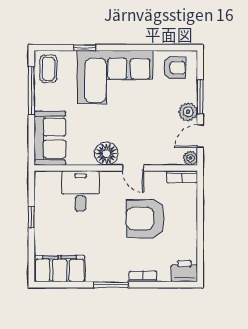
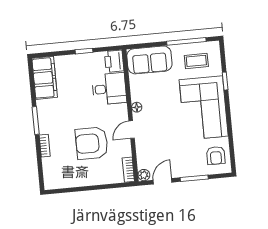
coffee table: (48, 69) -> (196, 61), moved
plant: (188, 112) -> (181, 170), removed
door: (200, 136) -> (162, 181), hinge flipped
floor lamp: (106, 154) -> (137, 107), width x0.53, depth x0.53
armchair: (145, 219) -> (92, 143), turned -90
printer: (184, 271) -> (114, 61), moved, turned 180

